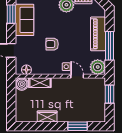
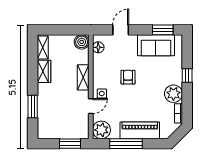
shelving: (40, 83) -> (83, 77), moved
shelving: (27, 118) -> (43, 47), added

